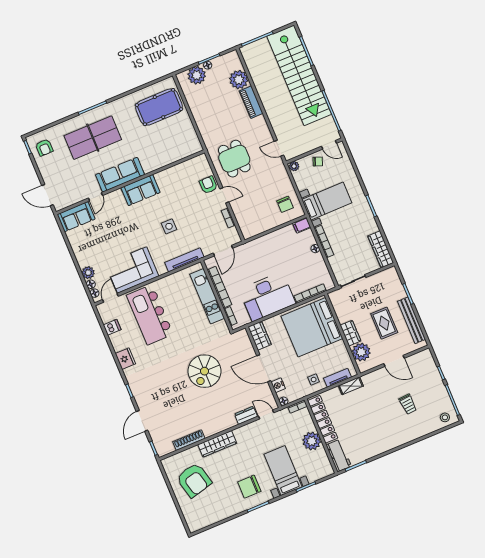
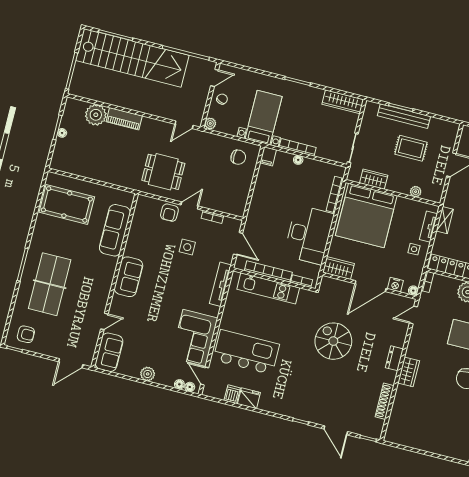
plant: (197, 75) -> (64, 150), removed
pool table: (159, 107) -> (67, 204), turned 90
sofa: (120, 175) -> (115, 230), moved
armchair: (208, 185) -> (169, 213), turned -90
door: (95, 197) -> (104, 321), hinge flipped
side table: (169, 226) -> (187, 247), moved
plant: (88, 273) -> (148, 374), moved
kitchen island: (150, 315) -> (246, 352), turned 180
bench: (412, 320) -> (404, 116), moved
wardrobe: (350, 333) -> (374, 179), moved
plant: (361, 352) -> (416, 192), width x0.53, depth x0.53
fridge: (125, 359) -> (249, 398), moved
spiral stairs: (204, 371) -> (333, 341), turned 180
dresser: (246, 415) -> (394, 358), moved
wardrobe: (217, 444) -> (409, 372), width x0.67
armchair: (194, 480) -> (424, 424), removed

